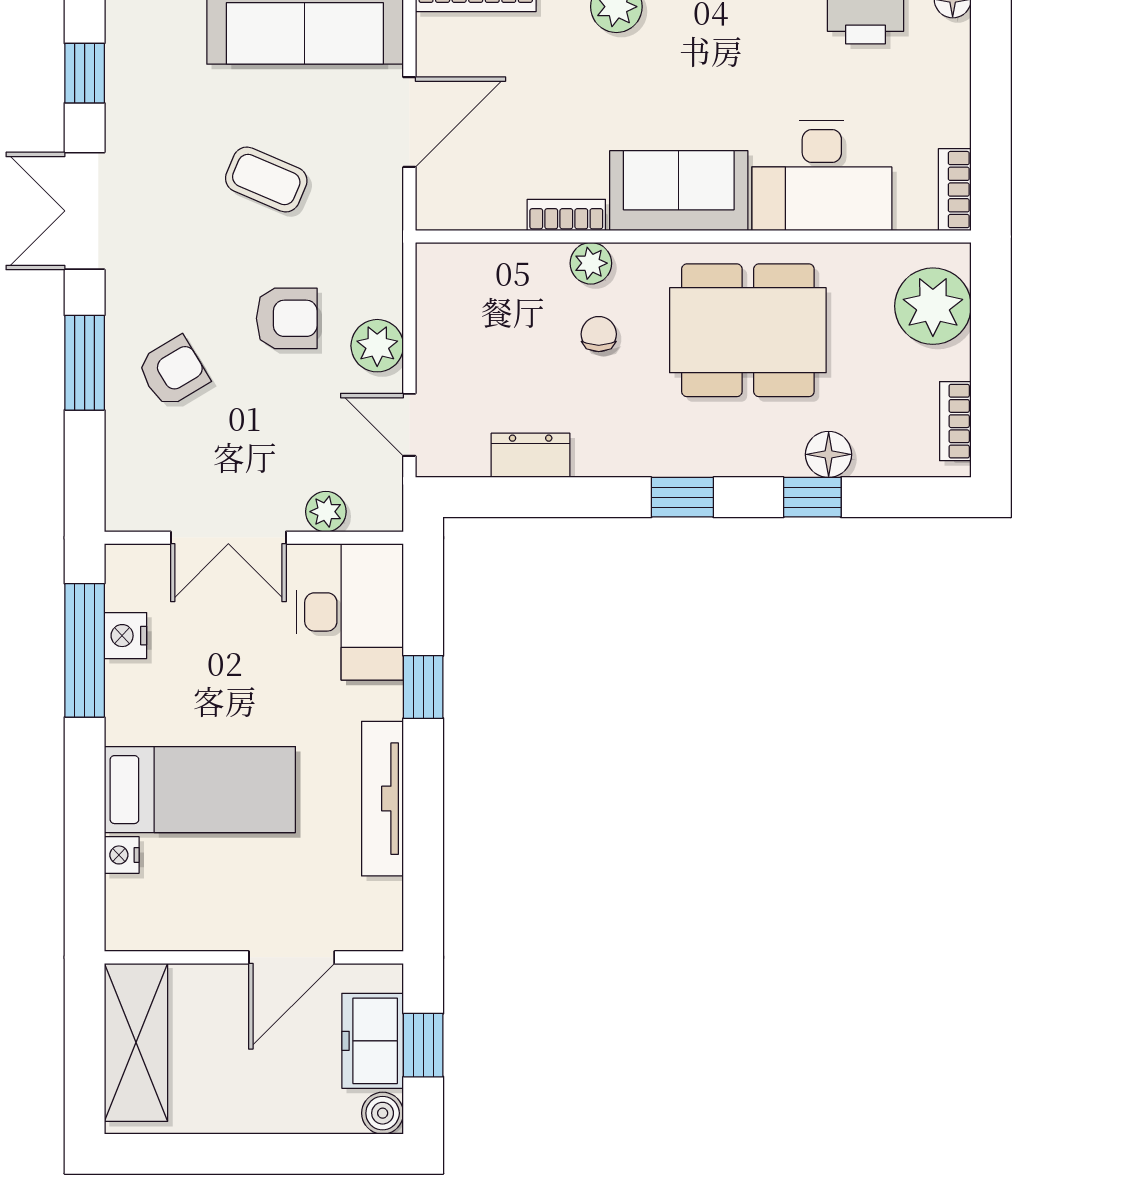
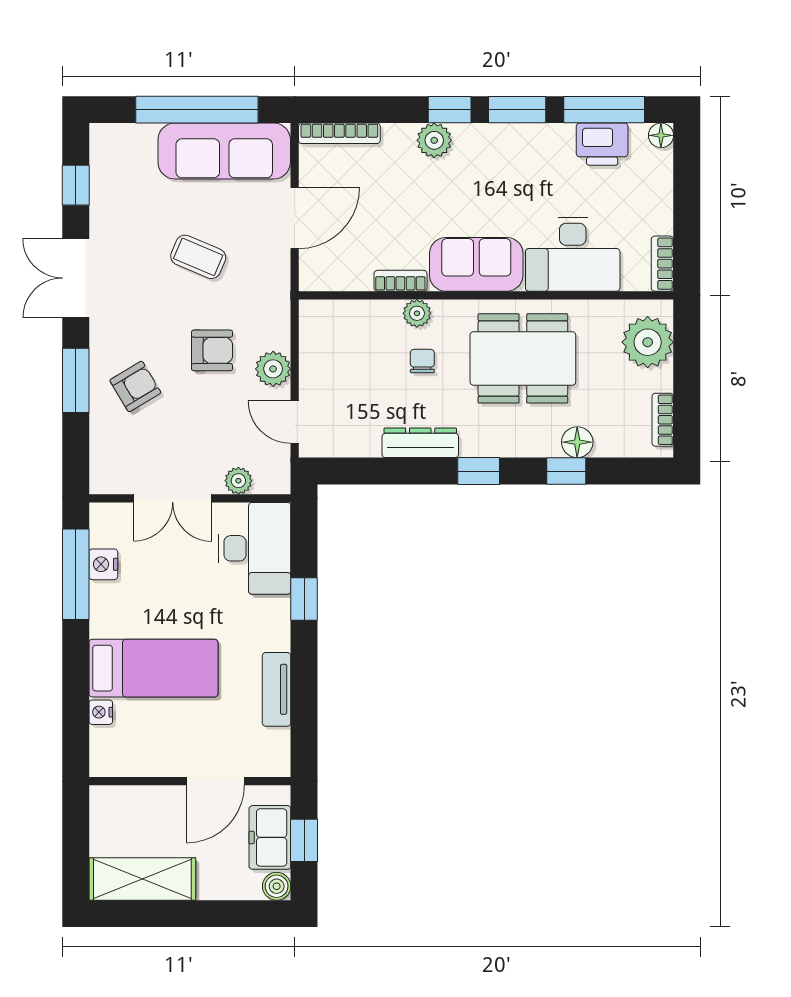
dresser: (531, 455) -> (420, 443), moved, width x1.44
tv unit: (383, 799) -> (277, 689), width x0.71
shelving: (136, 1042) -> (142, 879), moved, turned 90

